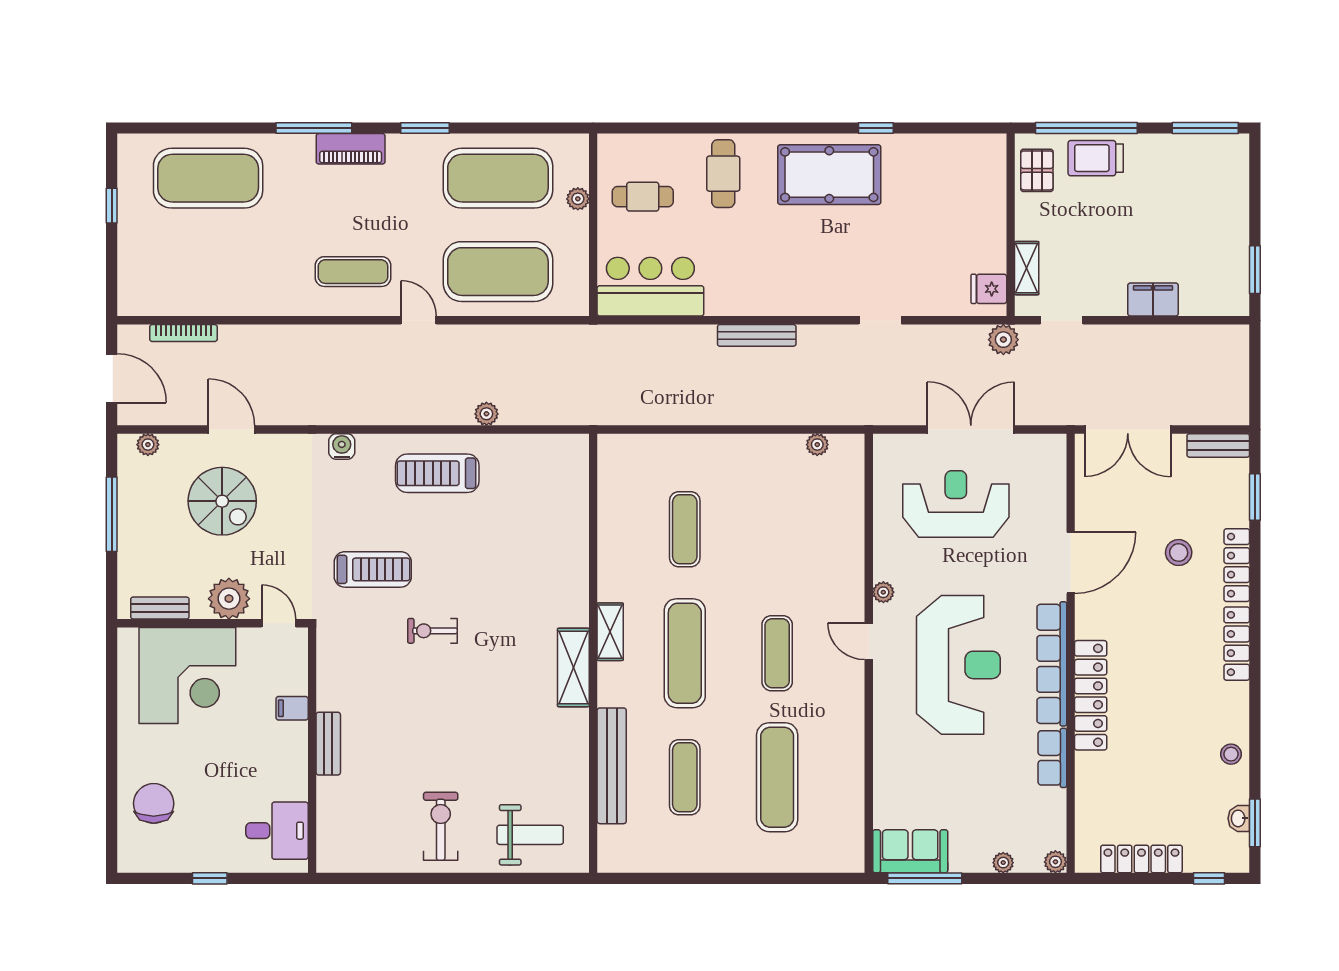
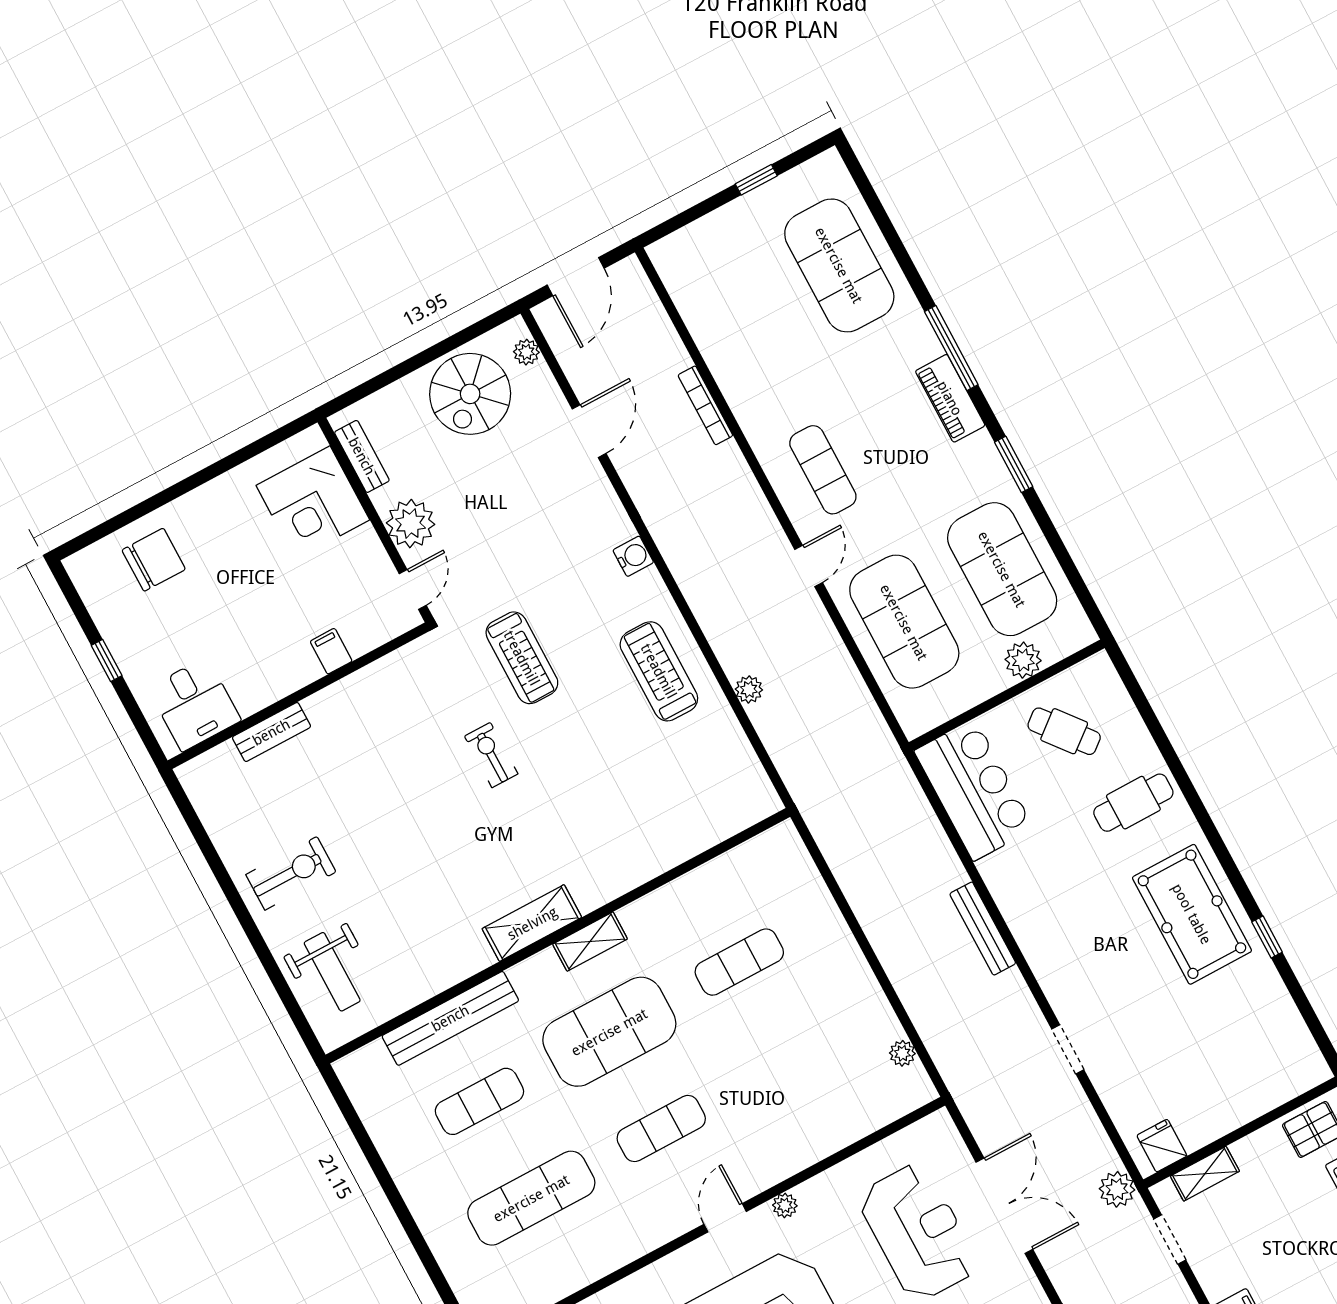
cafe table: (643, 197) -> (1064, 731), turned -39
plant: (578, 199) -> (1023, 660), width x1.38, depth x1.38
bookcase: (183, 333) -> (705, 405), moved
spiral stairs: (222, 501) -> (470, 394), moved
window: (112, 514) -> (433, 353), removed
exercise mat: (685, 653) -> (609, 1032), width x1.47
corner desk: (187, 675) -> (313, 503), width x0.74, depth x0.74
bench: (328, 744) -> (271, 732), moved

